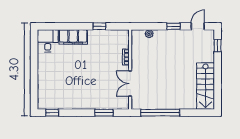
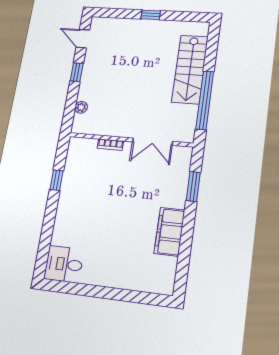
filing cabinet: (73, 37) -> (169, 232), moved, turned 180
window: (218, 46) -> (151, 15), moved
stairs: (206, 86) -> (190, 69), moved, turned 90
window: (52, 113) -> (182, 272), removed

